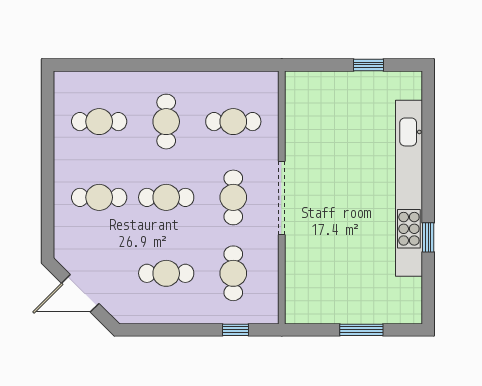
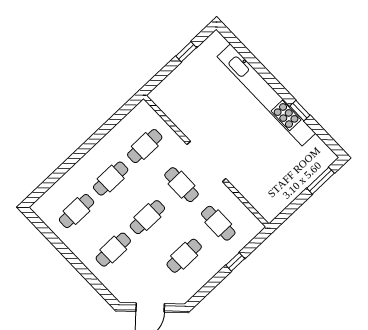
cafe table: (166, 122) -> (111, 179), turned 90
window: (235, 330) -> (235, 262), moved
window: (361, 330) -> (321, 181), moved

